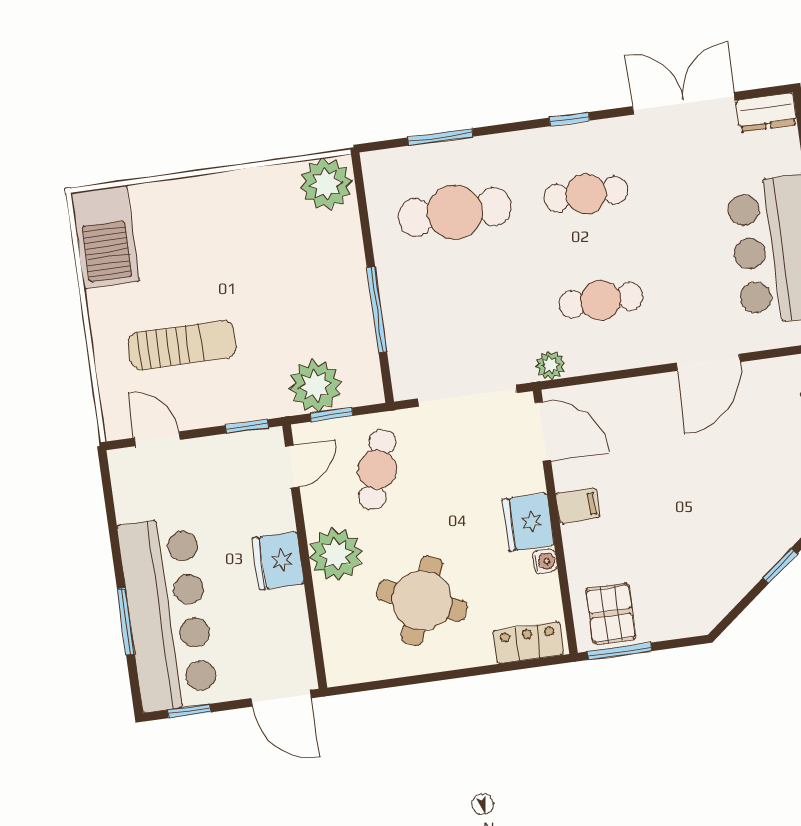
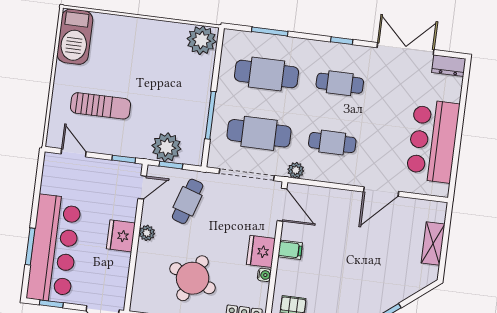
cafe table: (470, 318) -> (259, 133), added
plant: (336, 554) -> (147, 233), width x0.53, depth x0.53

